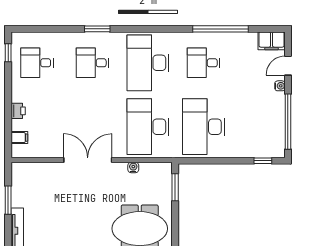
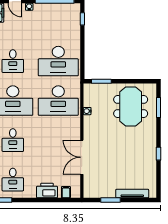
printer: (18, 111) -> (47, 191), width x1.87, depth x1.48
double door: (88, 160) -> (82, 157), moved

